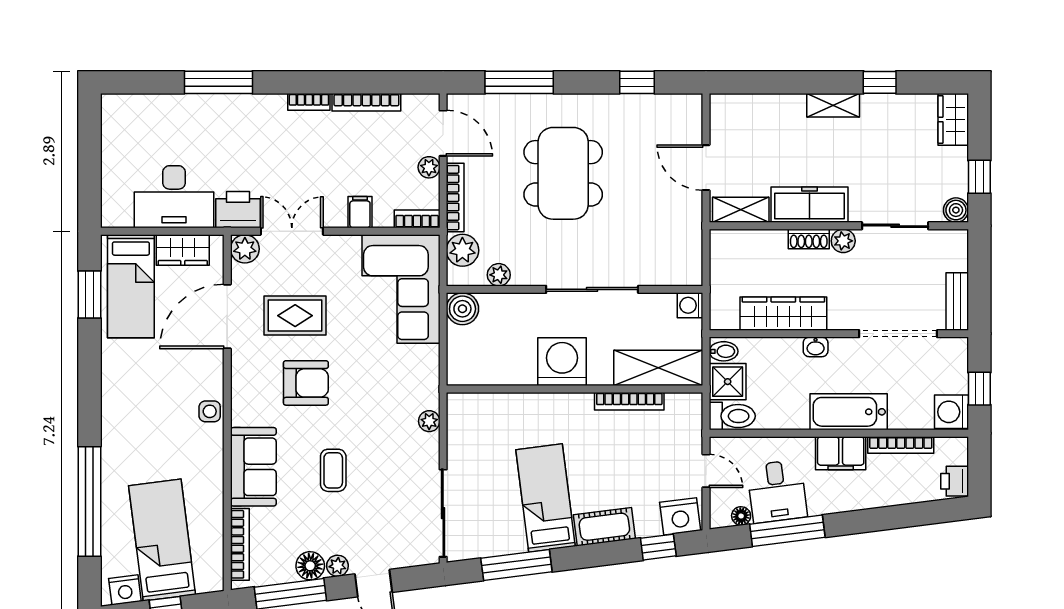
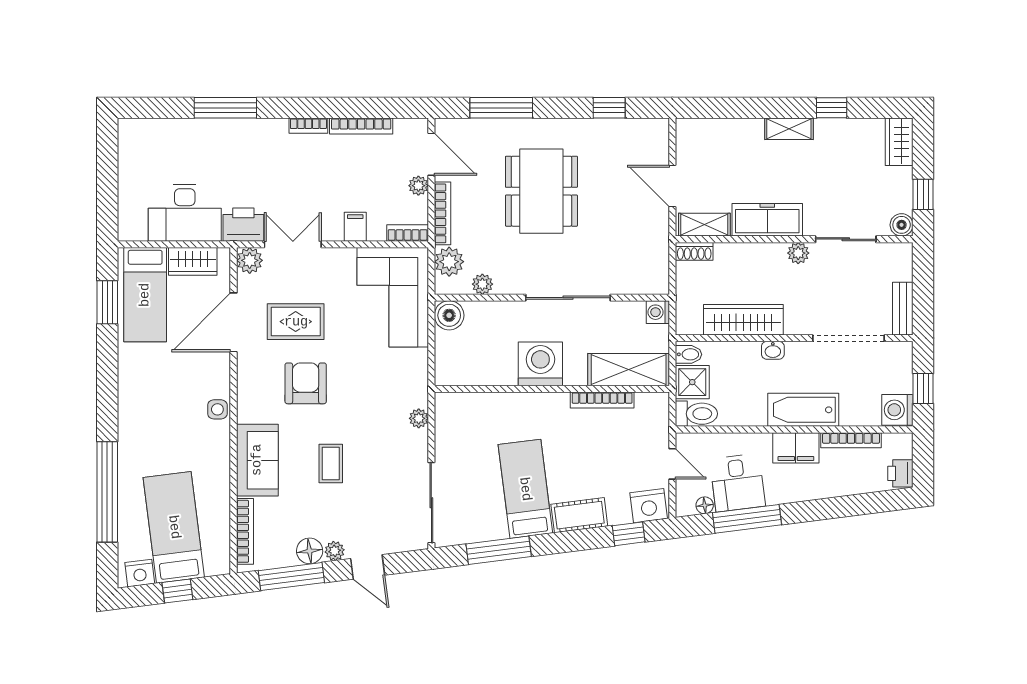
shoe rack: (809, 239) -> (694, 251), moved
armchair: (306, 383) -> (306, 383), turned -90

